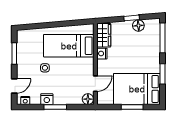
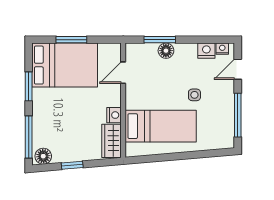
floor lamp: (138, 26) -> (43, 156), moved
window: (14, 54) -> (238, 115), width x1.44
nightstand: (47, 99) -> (206, 51), moved
floor lamp: (88, 99) -> (166, 51), moved
window: (55, 107) -> (160, 40), moved

